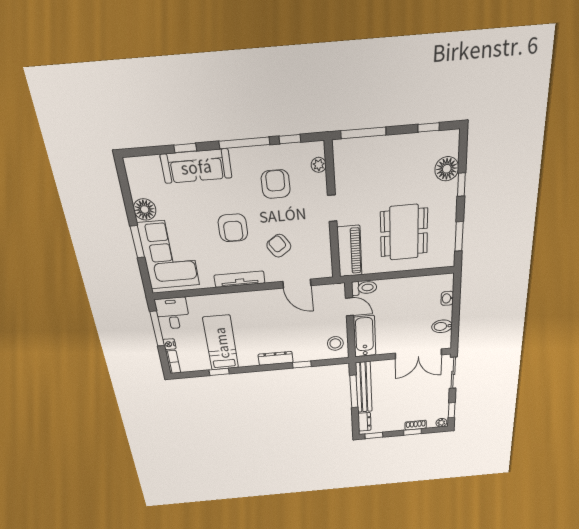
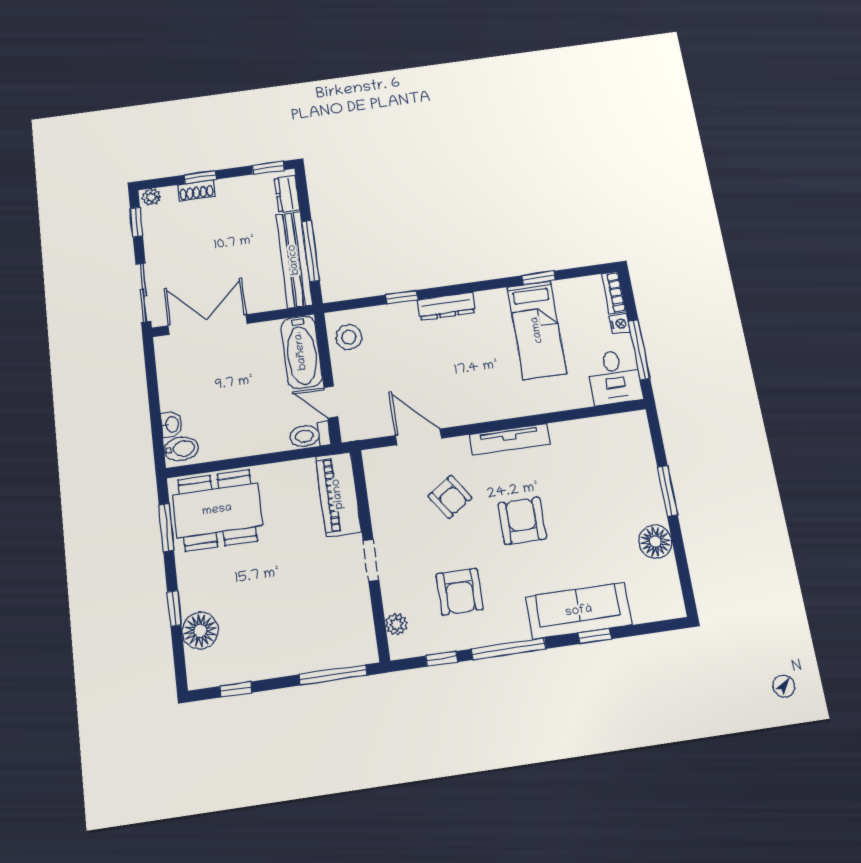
dining table: (404, 233) -> (217, 510), moved, turned 90
corner sofa: (169, 254) -> (620, 474), removed
bidet: (442, 326) -> (181, 449), moved

